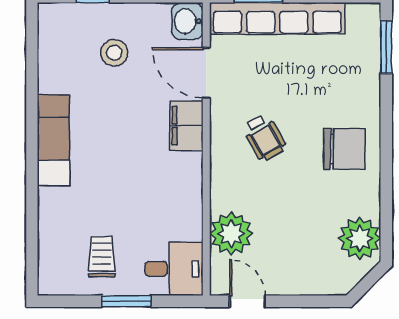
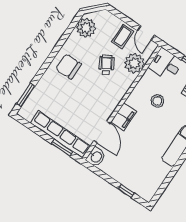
stool: (114, 53) -> (157, 101), moved
wheelchair: (264, 137) -> (106, 65), moved
coffee table: (284, 267) -> (123, 37), added

